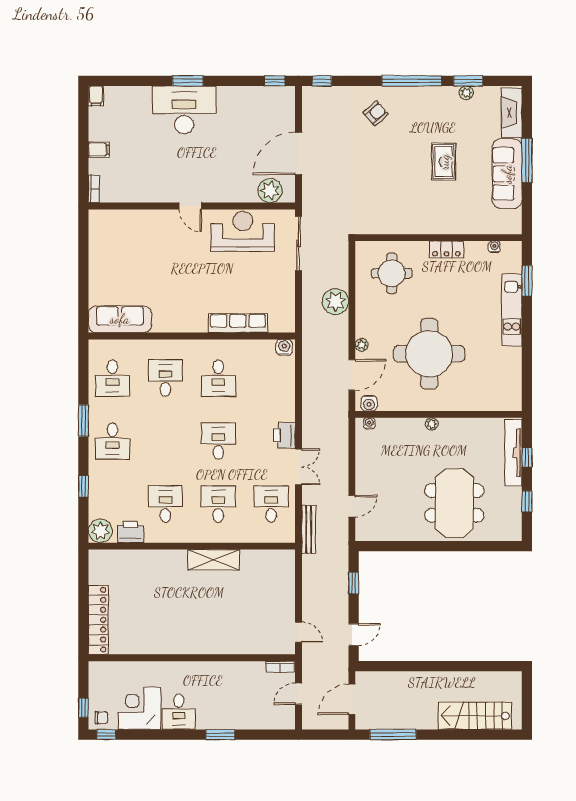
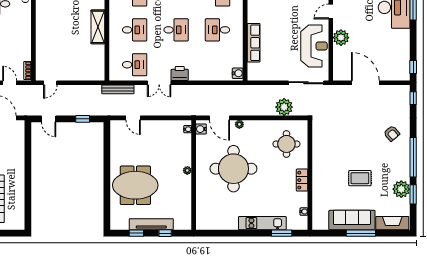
plant: (466, 93) -> (401, 189), width x1.88, depth x1.88
plant: (270, 191) -> (341, 38), moved
plant: (335, 302) -> (284, 107), moved
tv unit: (513, 453) -> (151, 224), moved

